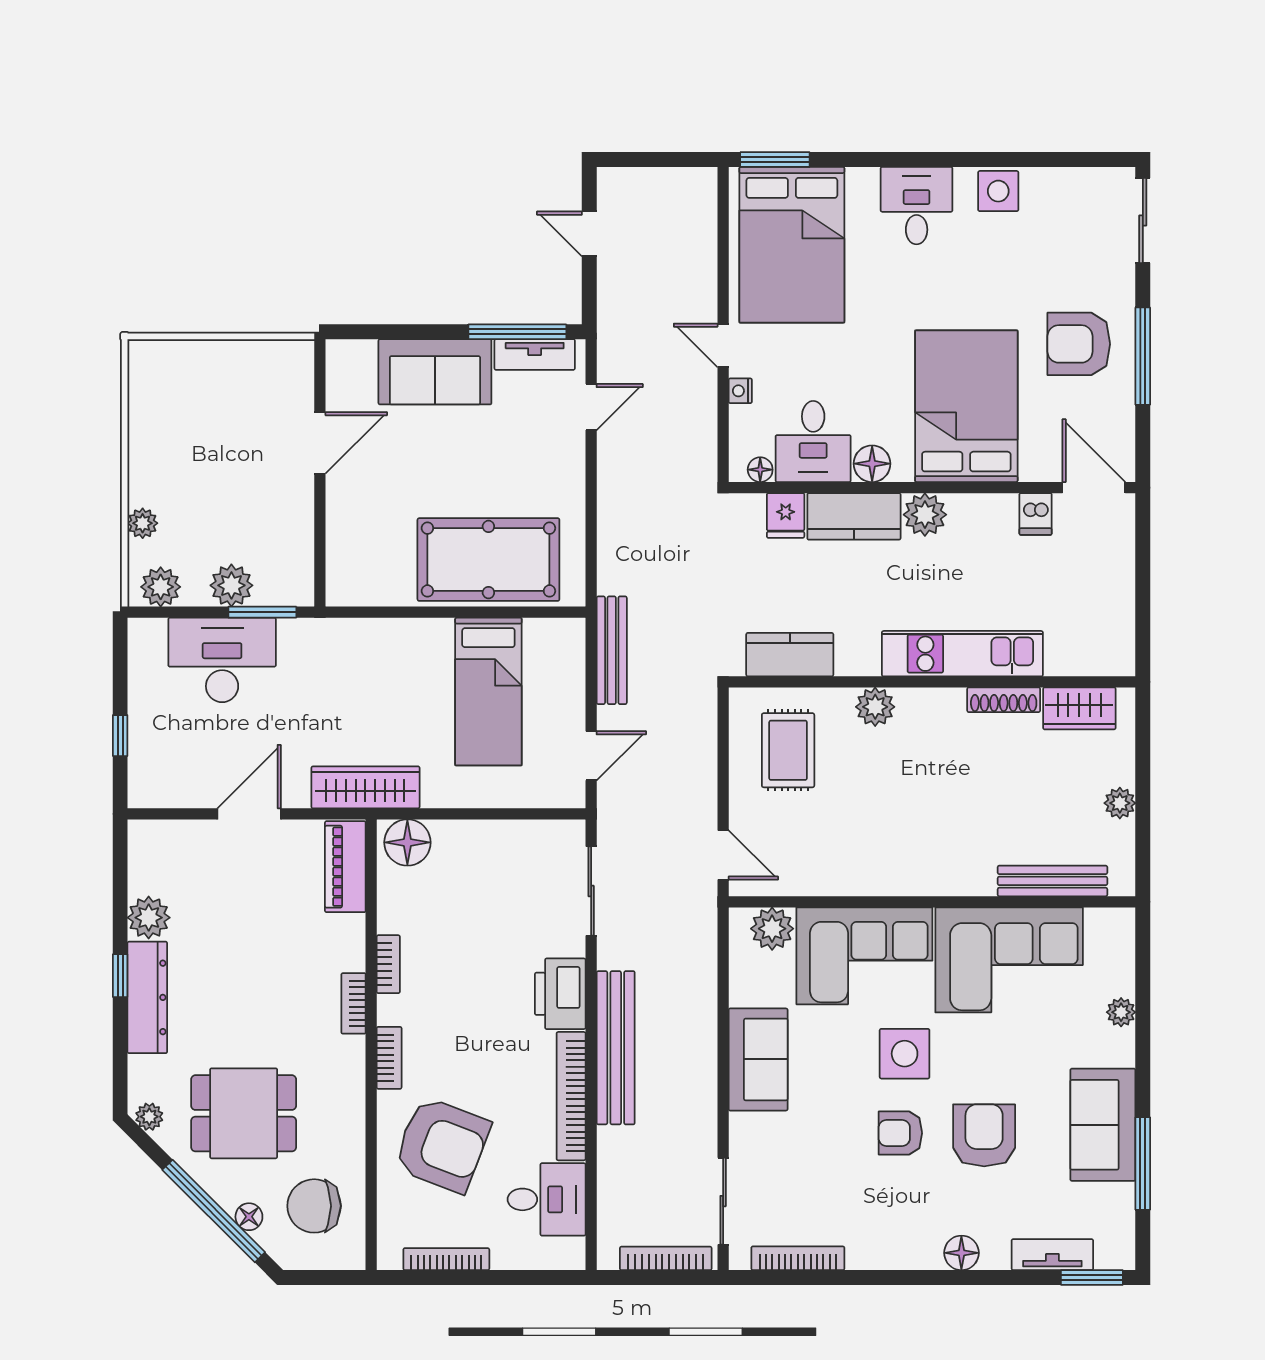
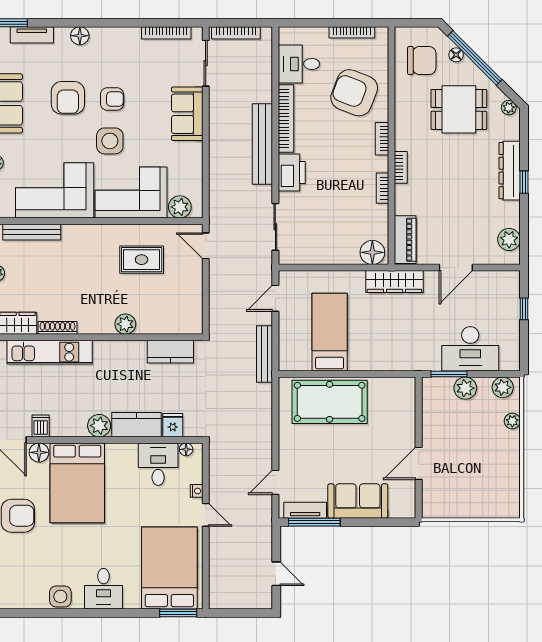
floor lamp: (872, 464) -> (39, 452), moved
kitchen unit: (962, 654) -> (50, 352), moved
rug: (788, 750) -> (142, 260), moved, turned 90
plant: (149, 918) -> (509, 239), moved
sofa: (758, 1059) -> (187, 114), moved

